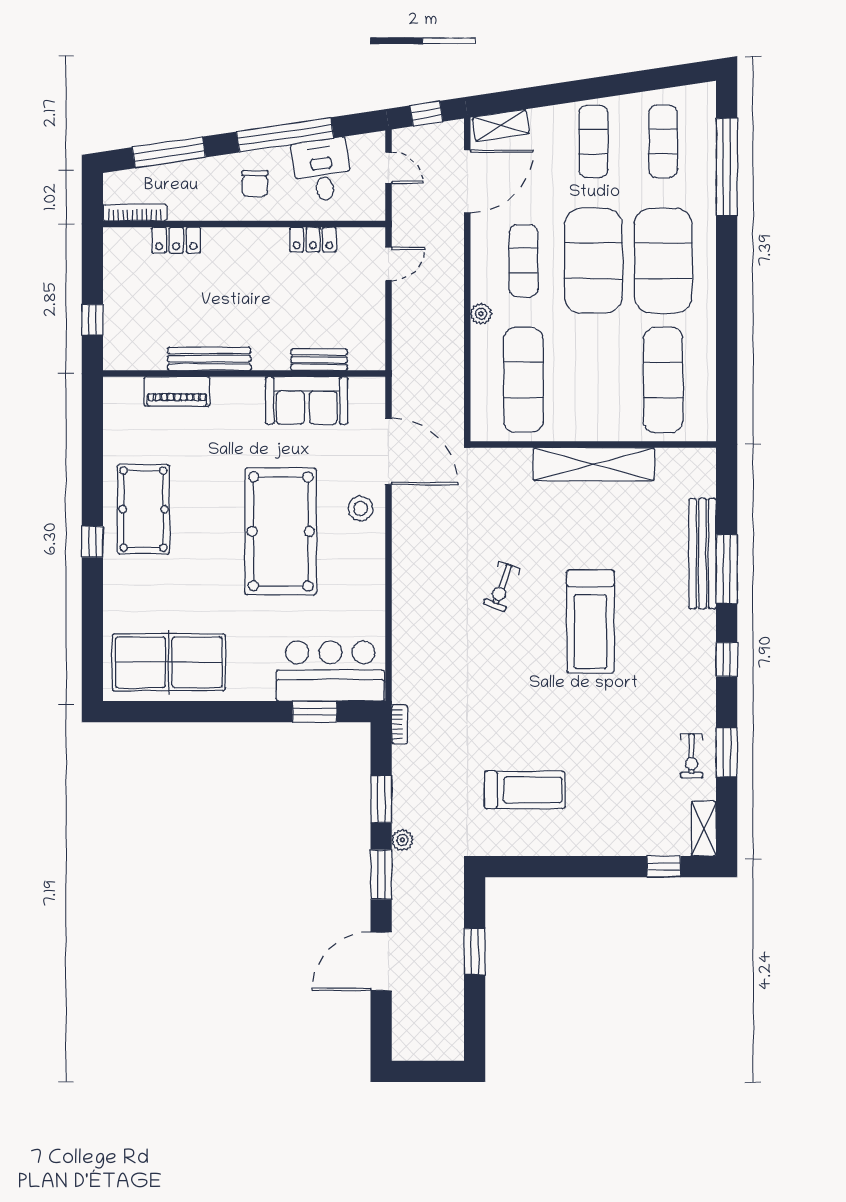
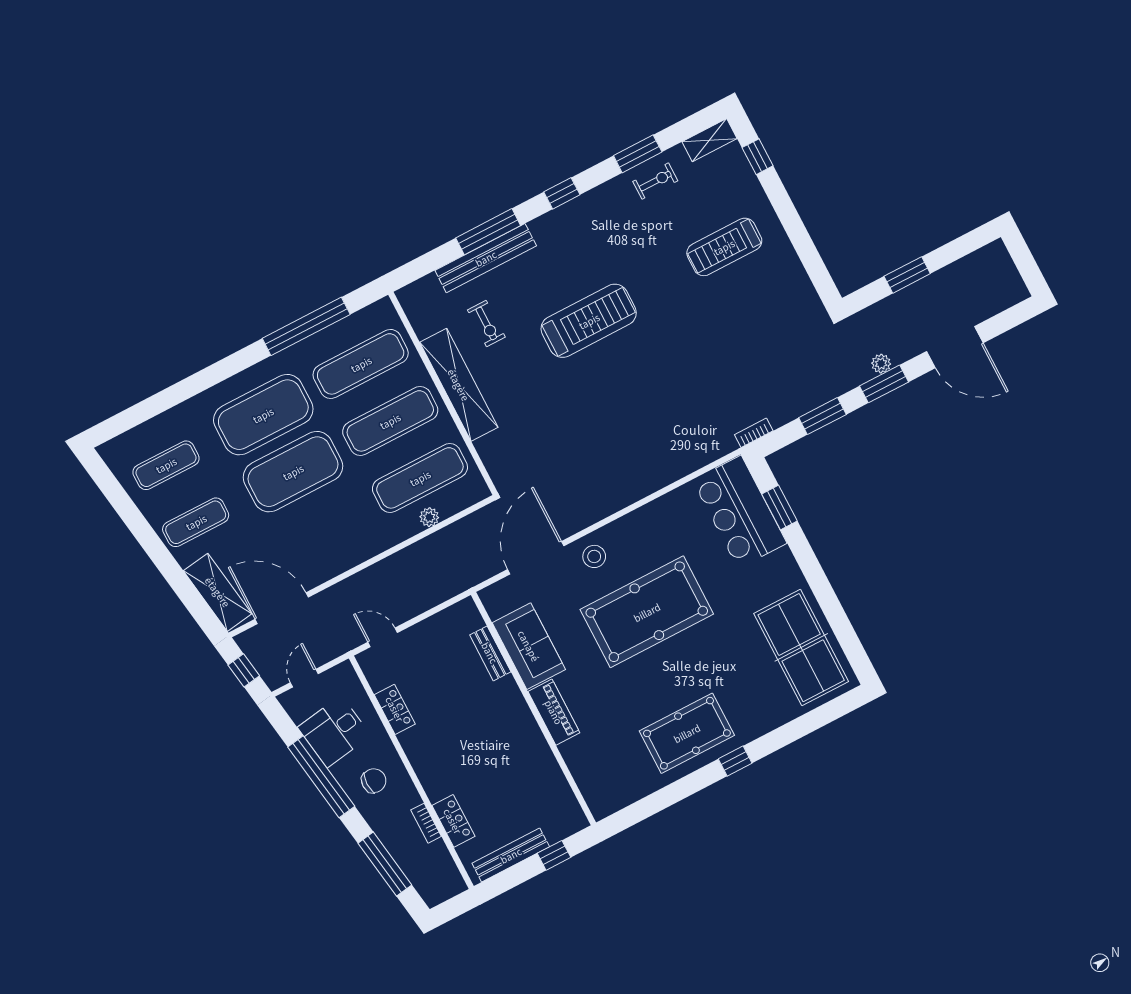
shelving: (501, 125) -> (218, 592), width x1.50, depth x1.33
window: (727, 167) -> (306, 326), moved
bookcase: (135, 213) -> (426, 823), moved, width x0.64
exercise mat: (523, 261) -> (390, 421), moved, width x1.36, depth x1.45
plant: (481, 314) -> (429, 517), moved
bench: (209, 359) -> (511, 855), moved, turned 90
piano: (177, 392) -> (554, 712), moved
exercise bike: (502, 586) -> (486, 323), moved, turned 70
treadmill: (525, 790) -> (724, 247), moved, turned -90
plant: (402, 840) -> (881, 364), moved

